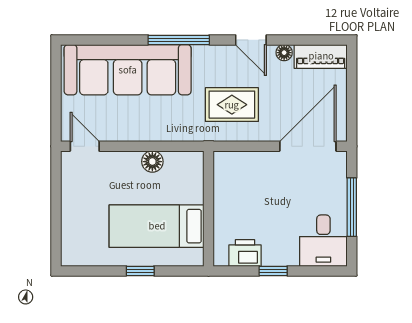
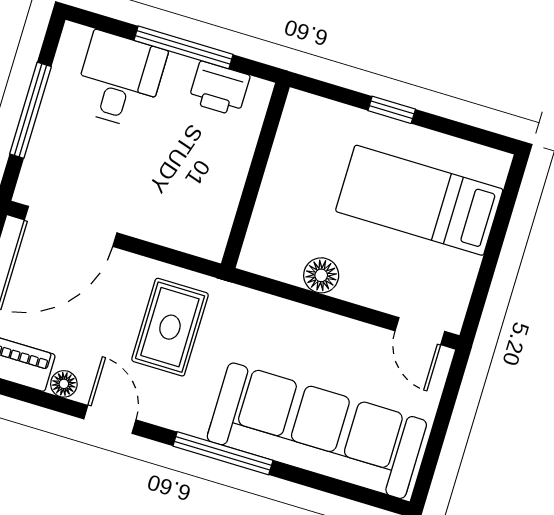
rug: (232, 105) -> (170, 327), turned 90
bed: (157, 226) -> (419, 200), moved, turned 180
desk: (323, 241) -> (120, 80), moved
window: (273, 271) -> (183, 47), width x2.17

